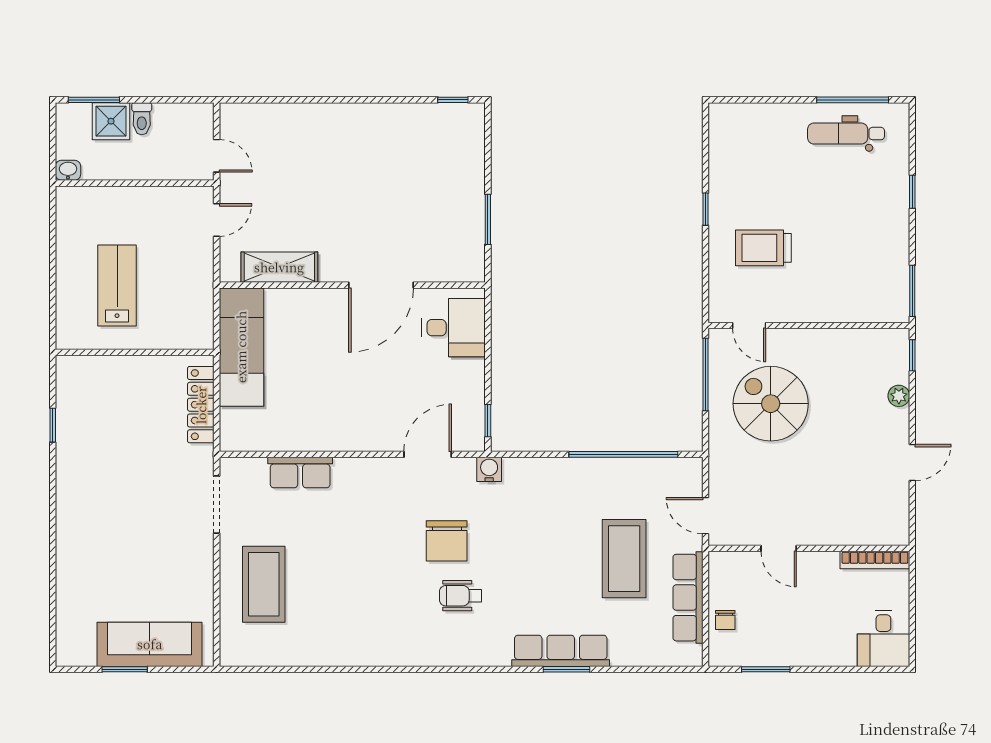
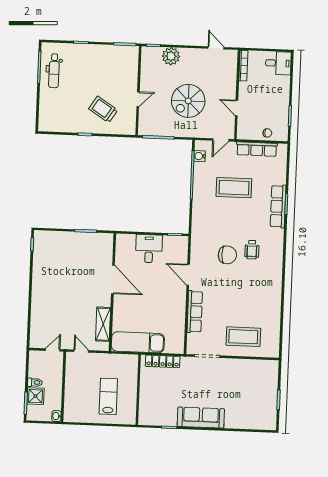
trolley: (763, 248) -> (103, 109), turned 123
lab bench: (117, 286) -> (108, 396), turned 90
door: (749, 325) -> (138, 99), moved
desk: (454, 328) -> (149, 249), moved
plant: (899, 396) -> (171, 56), width x1.88, depth x1.88
spiral stairs: (771, 404) -> (188, 101), moved
door: (428, 454) -> (188, 275), moved
door: (912, 463) -> (216, 48), moved
water cooler: (489, 469) -> (200, 156), moved
row of seats: (300, 473) -> (195, 312), width x1.48
door: (779, 548) -> (237, 108), swing flipped
coffee table: (624, 559) -> (234, 188), moved
sofa: (150, 644) -> (201, 418), moved, turned 90

